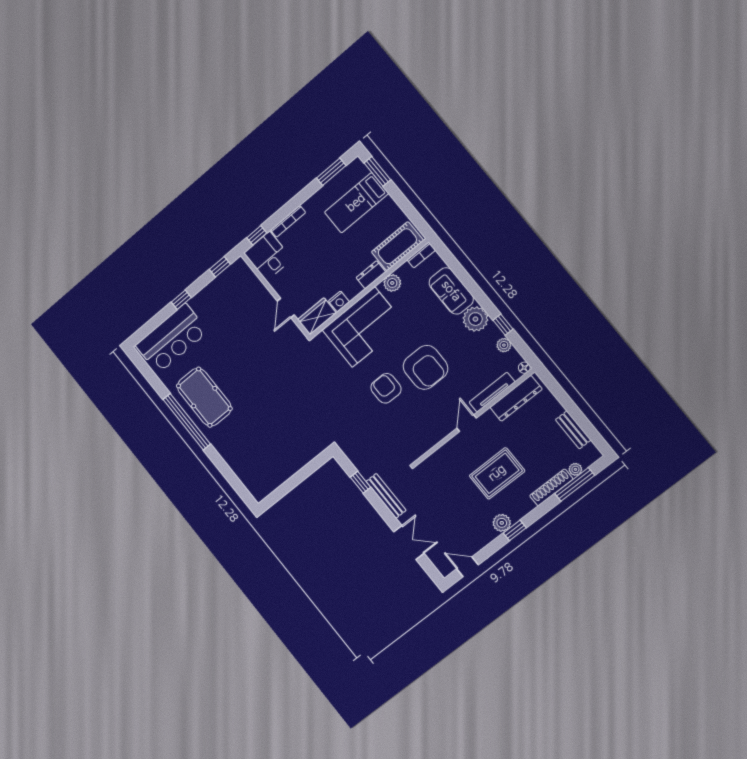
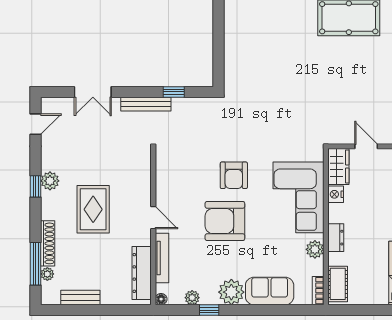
cot: (397, 246) -> (338, 284), width x0.73, depth x0.75
armchair: (386, 388) -> (234, 175), turned 90

